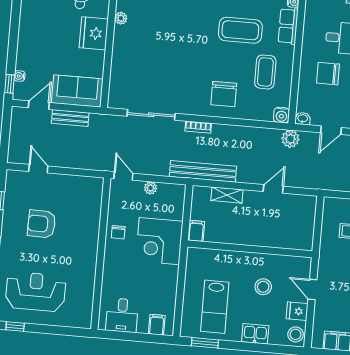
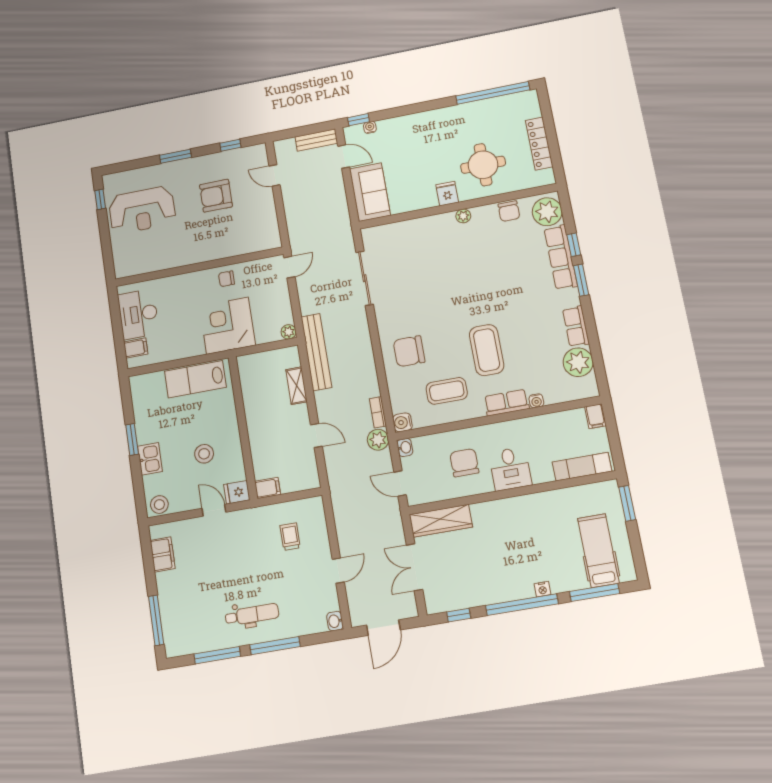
fridge: (94, 33) -> (447, 194), width x0.53, depth x0.75
bench: (70, 118) -> (316, 140), moved, turned 90
bookcase: (198, 127) -> (378, 412), moved
door: (38, 169) -> (275, 175), swing flipped
plant: (150, 188) -> (289, 332), moved
armchair: (42, 224) -> (216, 196), turned -91
filing cabinet: (196, 231) -> (267, 488), moved
door: (312, 289) -> (214, 510), hinge flipped
reception desk: (36, 292) -> (142, 210), turned 90
lab bench: (215, 307) -> (195, 379), moved
fridge: (297, 311) -> (237, 492), moved, turned -90
desk: (122, 315) -> (138, 314), width x1.37
window: (205, 343) -> (132, 439), moved

